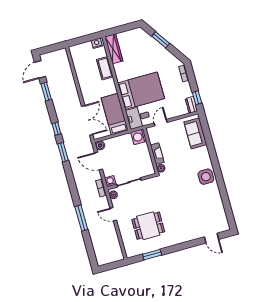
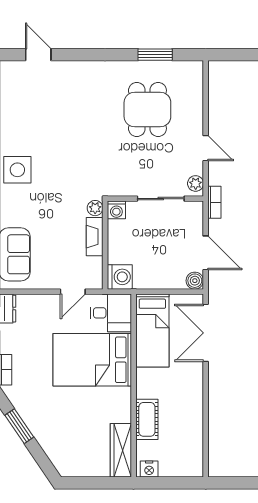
window: (161, 40) -> (19, 426), moved
washing machine: (110, 181) -> (116, 210), moved
dining table: (148, 226) -> (147, 109), turned 90

